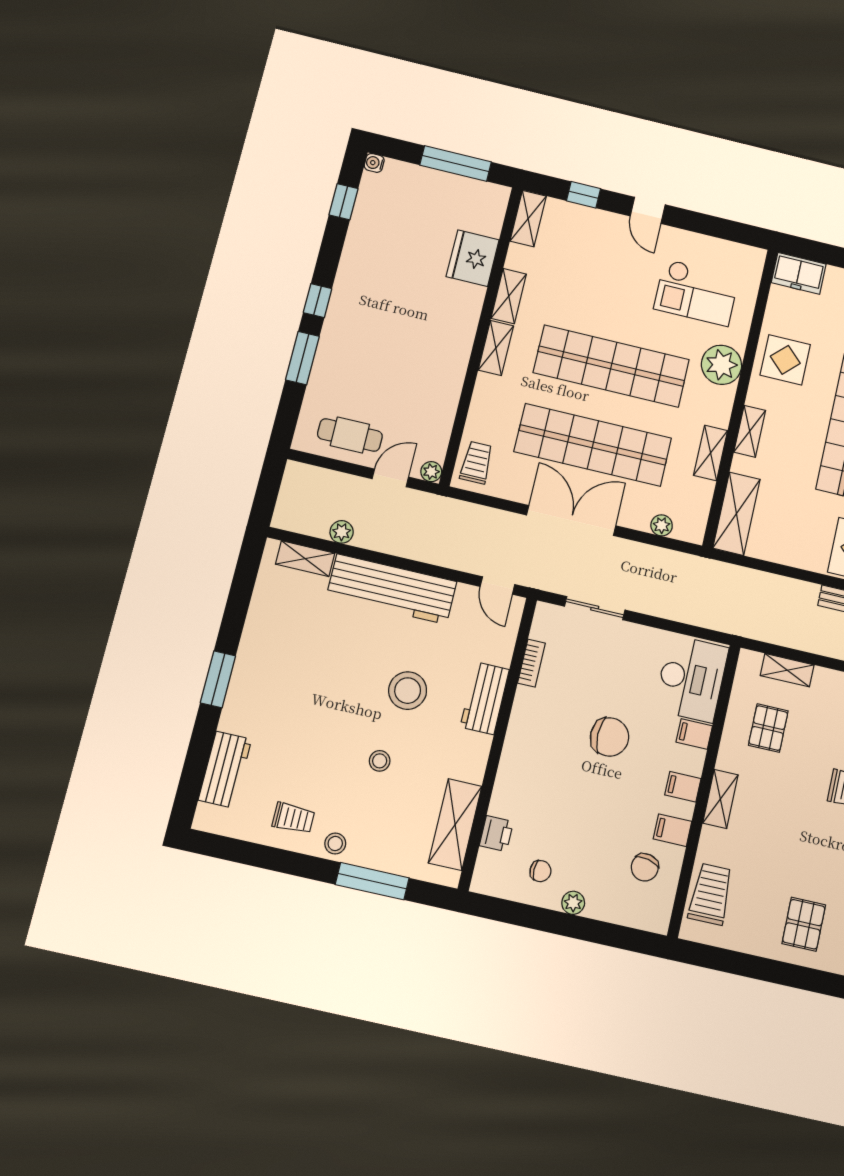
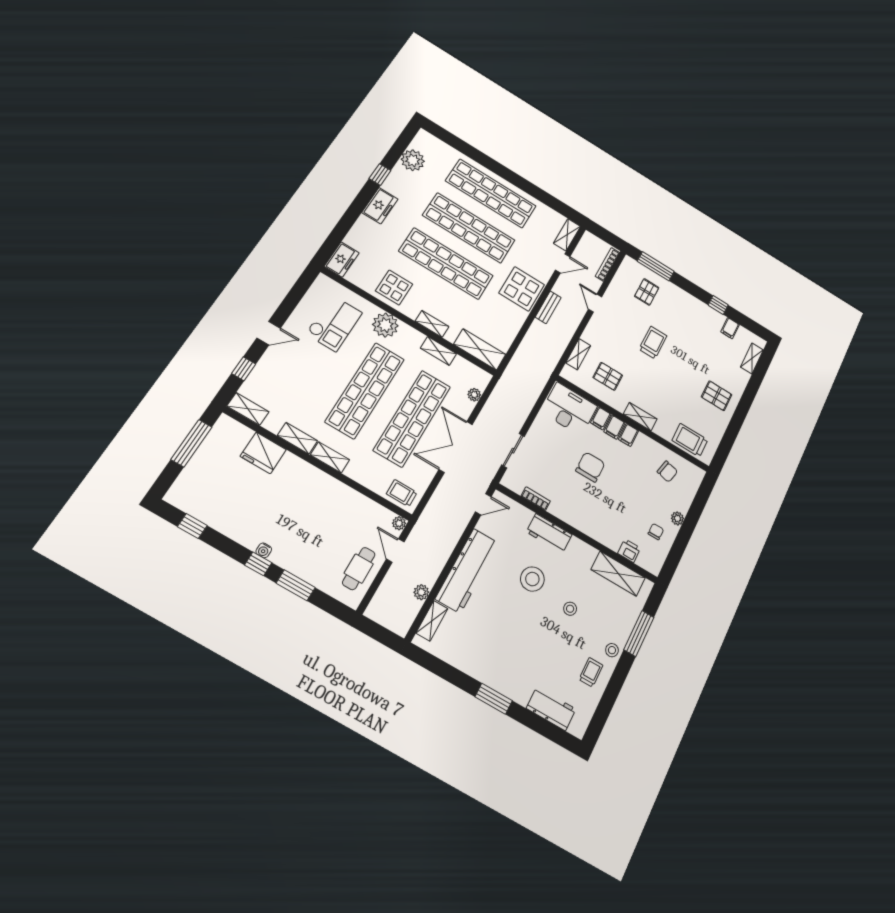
water cooler: (374, 163) -> (264, 550), moved
filing cabinet: (672, 830) -> (614, 427), moved

